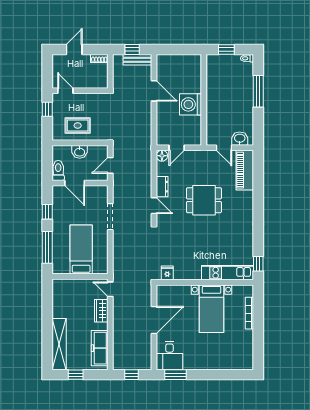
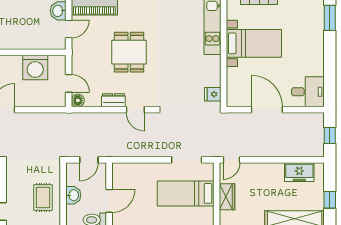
washing machine: (191, 104) -> (35, 68), moved
door: (110, 165) -> (89, 160), hinge flipped
door: (154, 206) -> (135, 110), swing flipped
doorway: (110, 217) -> (187, 160), moved
wardrobe: (101, 311) -> (227, 197), moved, turned -90
freezer: (100, 348) -> (299, 172), width x0.71
window: (175, 375) -> (330, 18), moved

